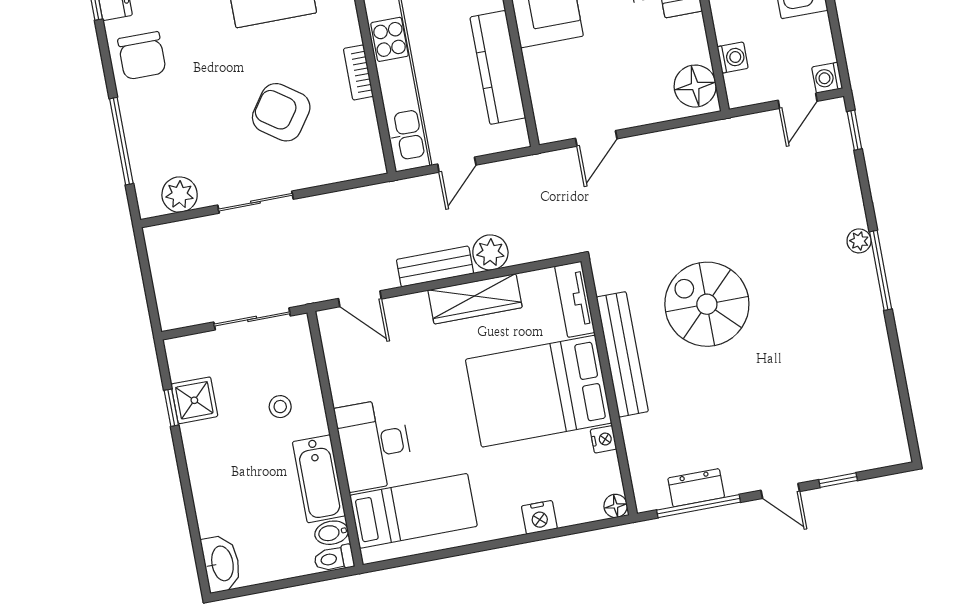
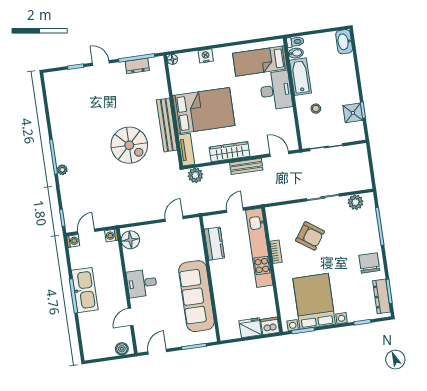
washing machine: (733, 58) -> (111, 235), moved
kitchen counter: (498, 67) -> (214, 244), width x0.67
plant: (490, 253) -> (195, 175), moved
nightstand: (603, 439) -> (176, 89), removed

